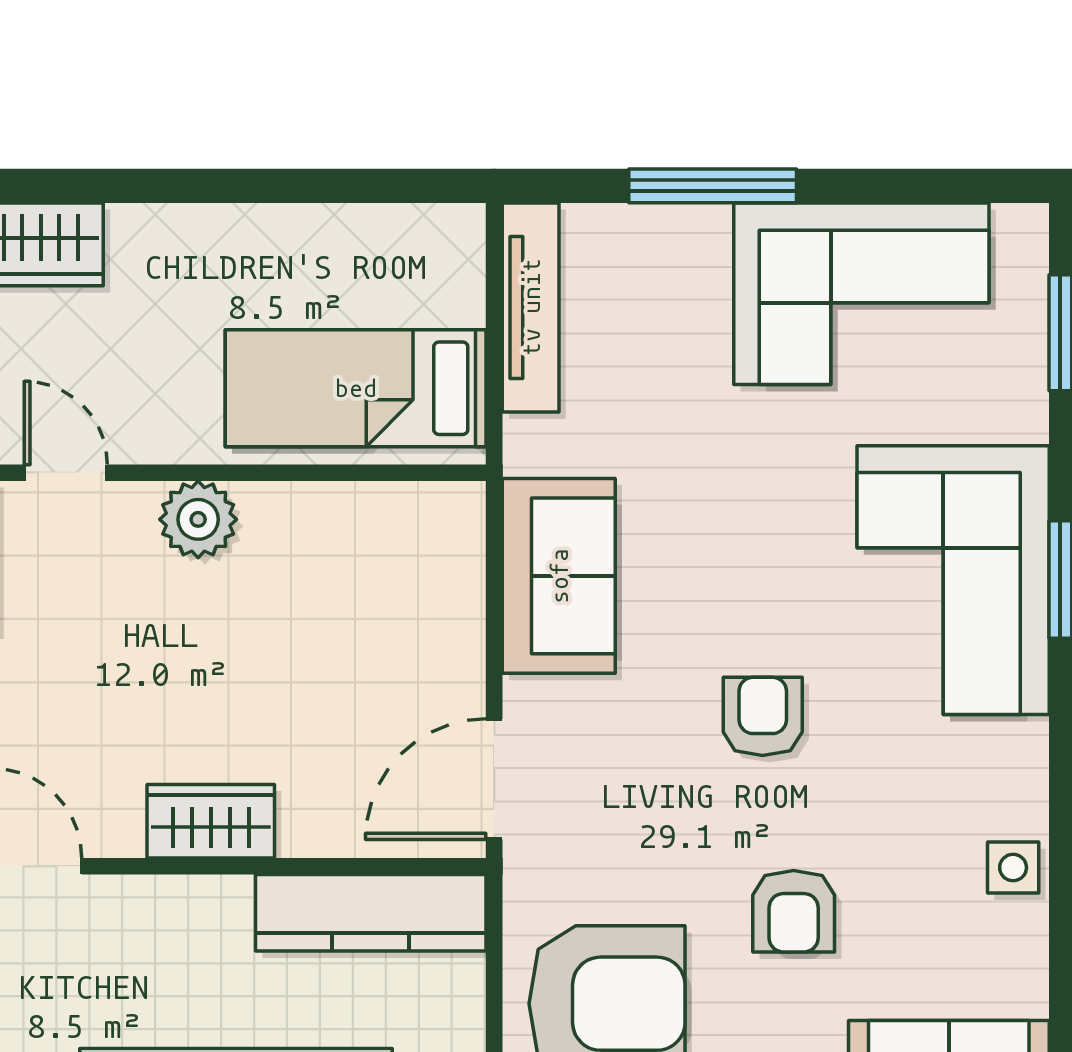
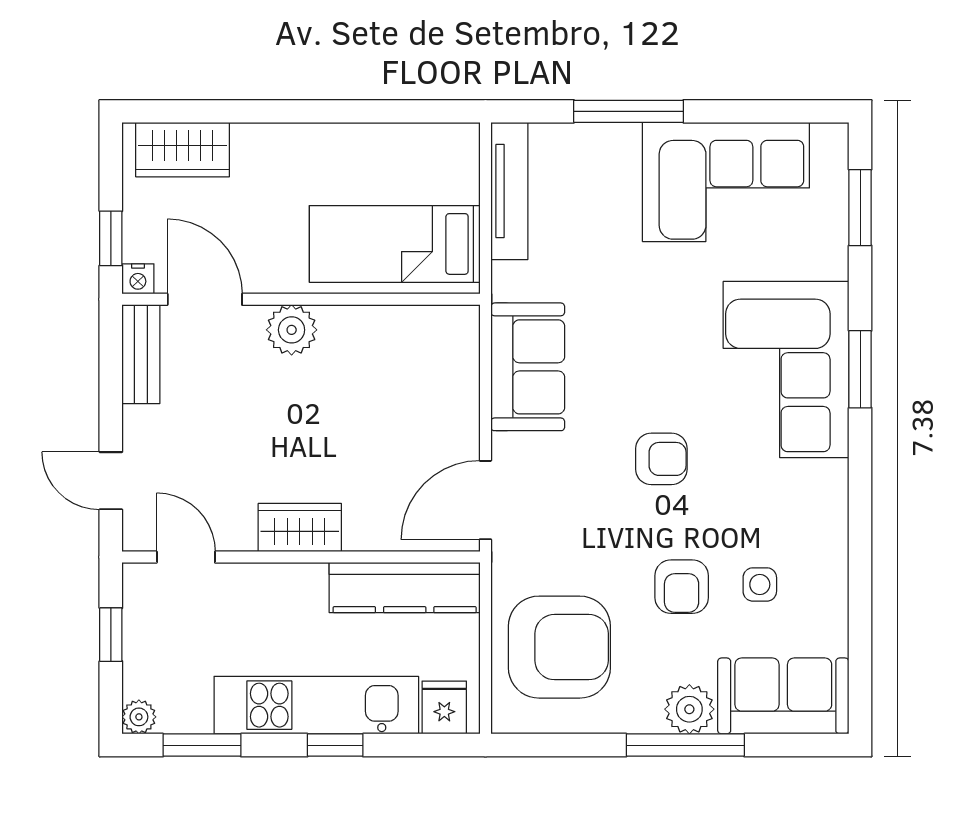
door: (66, 473) -> (205, 299), width x1.37
armchair: (763, 716) -> (661, 459), turned 90
side table: (1013, 868) -> (760, 584), moved

